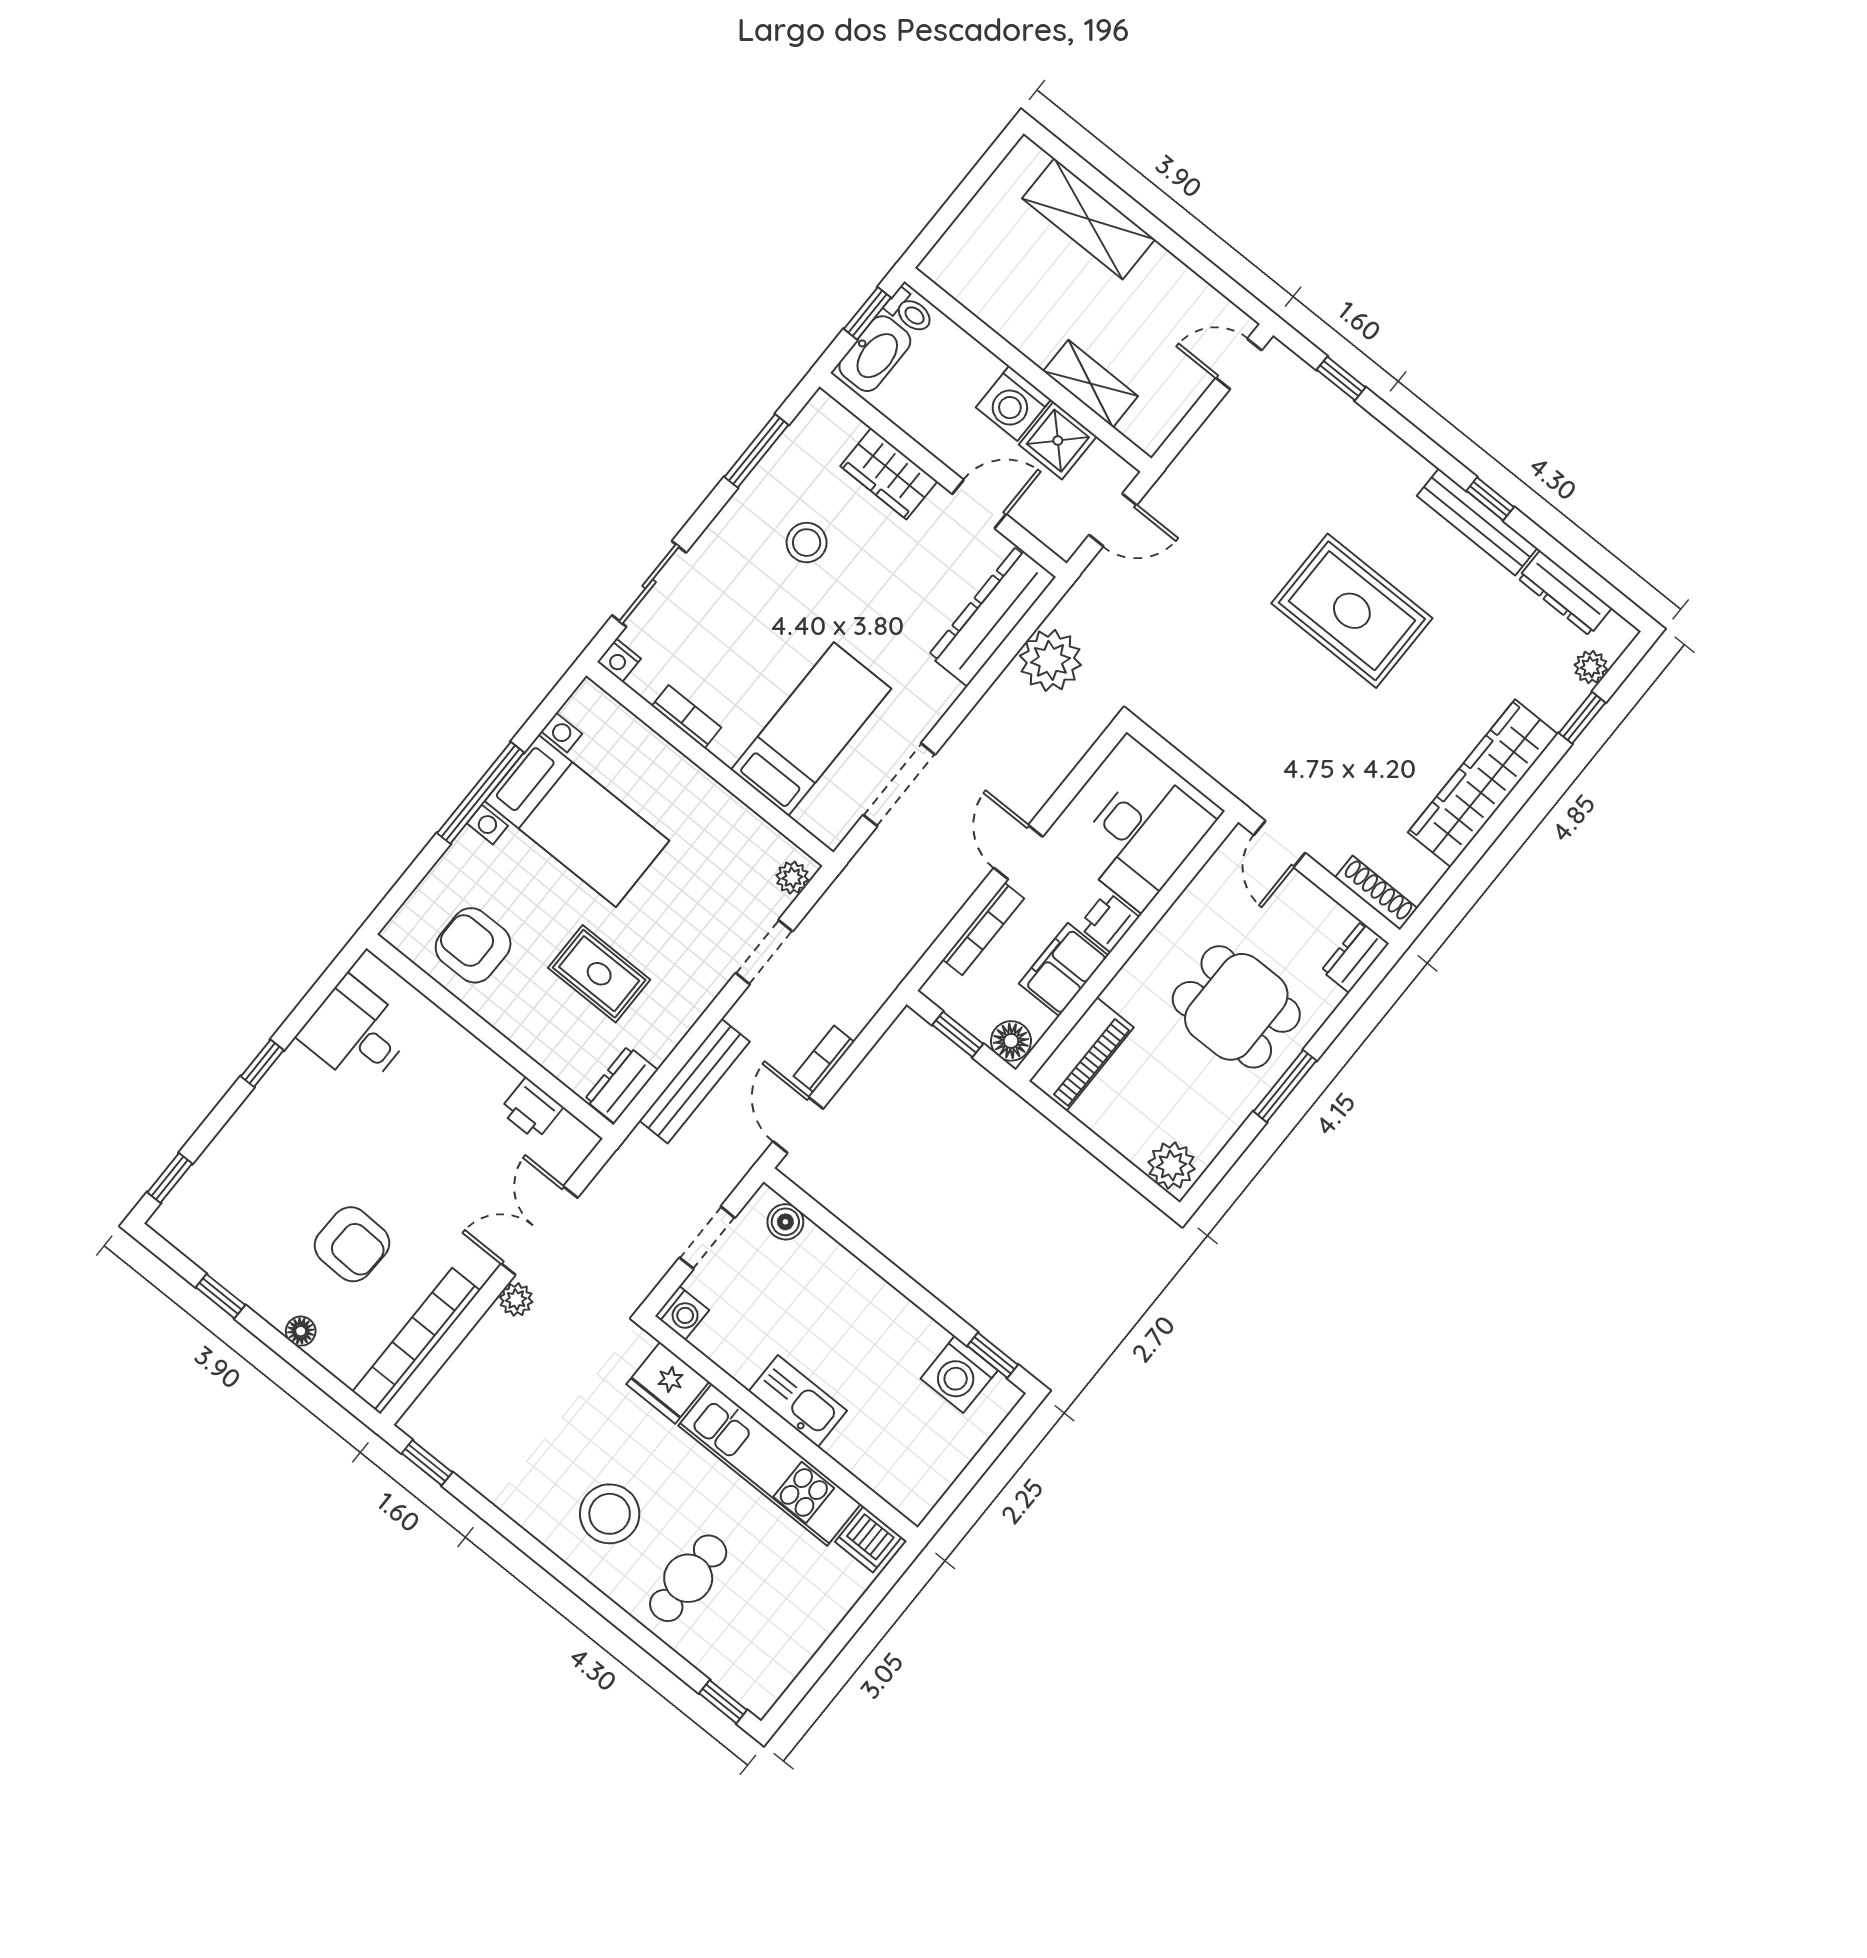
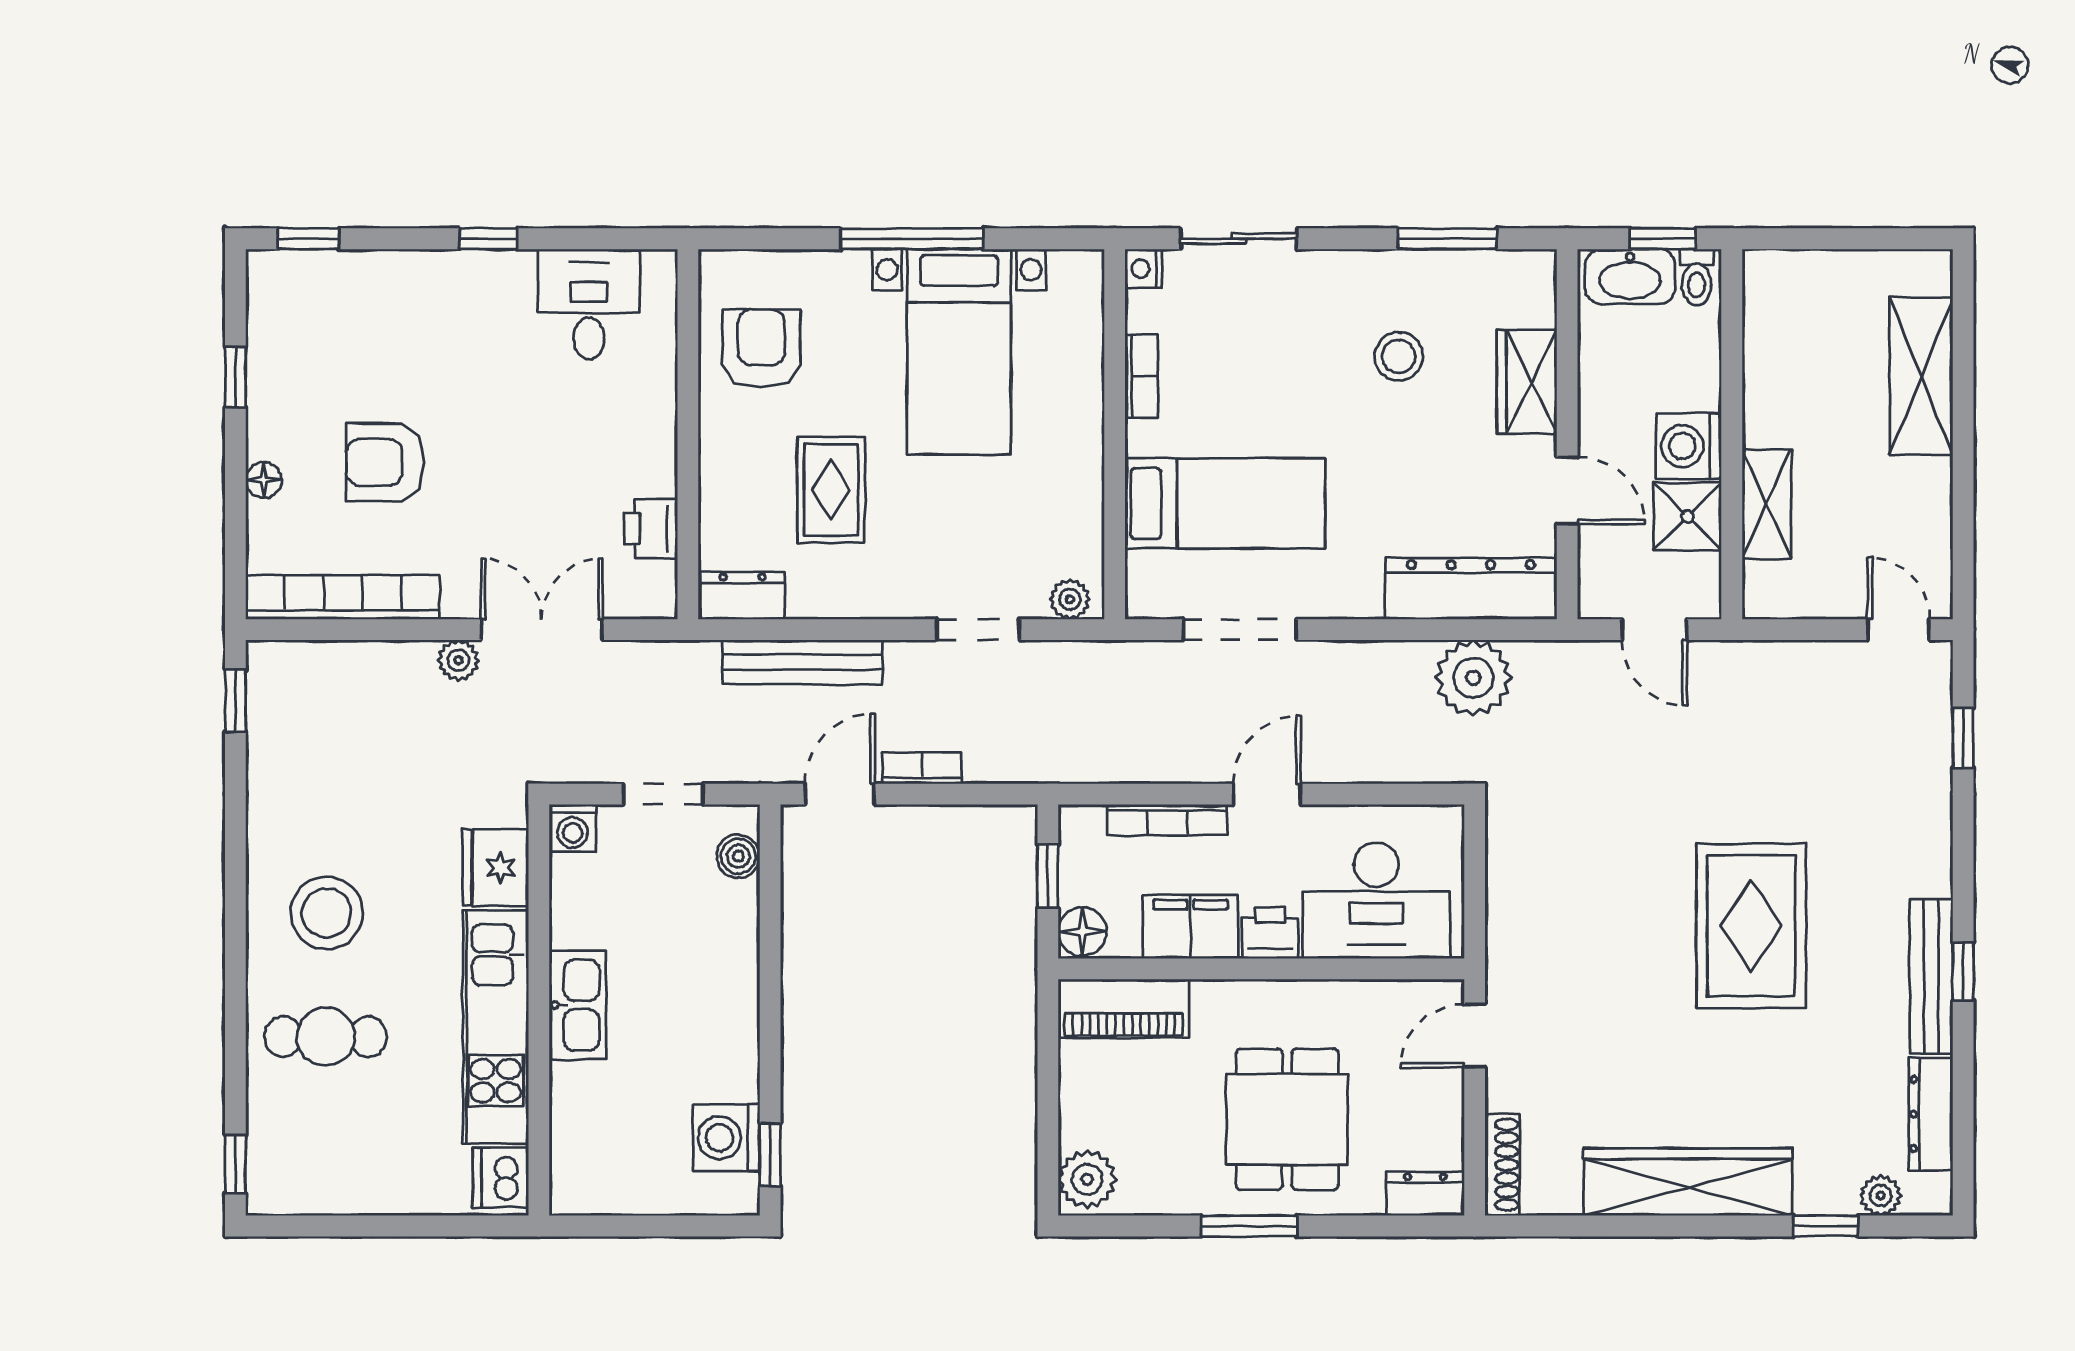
armchair: (352, 1244) -> (385, 462), turned 88

